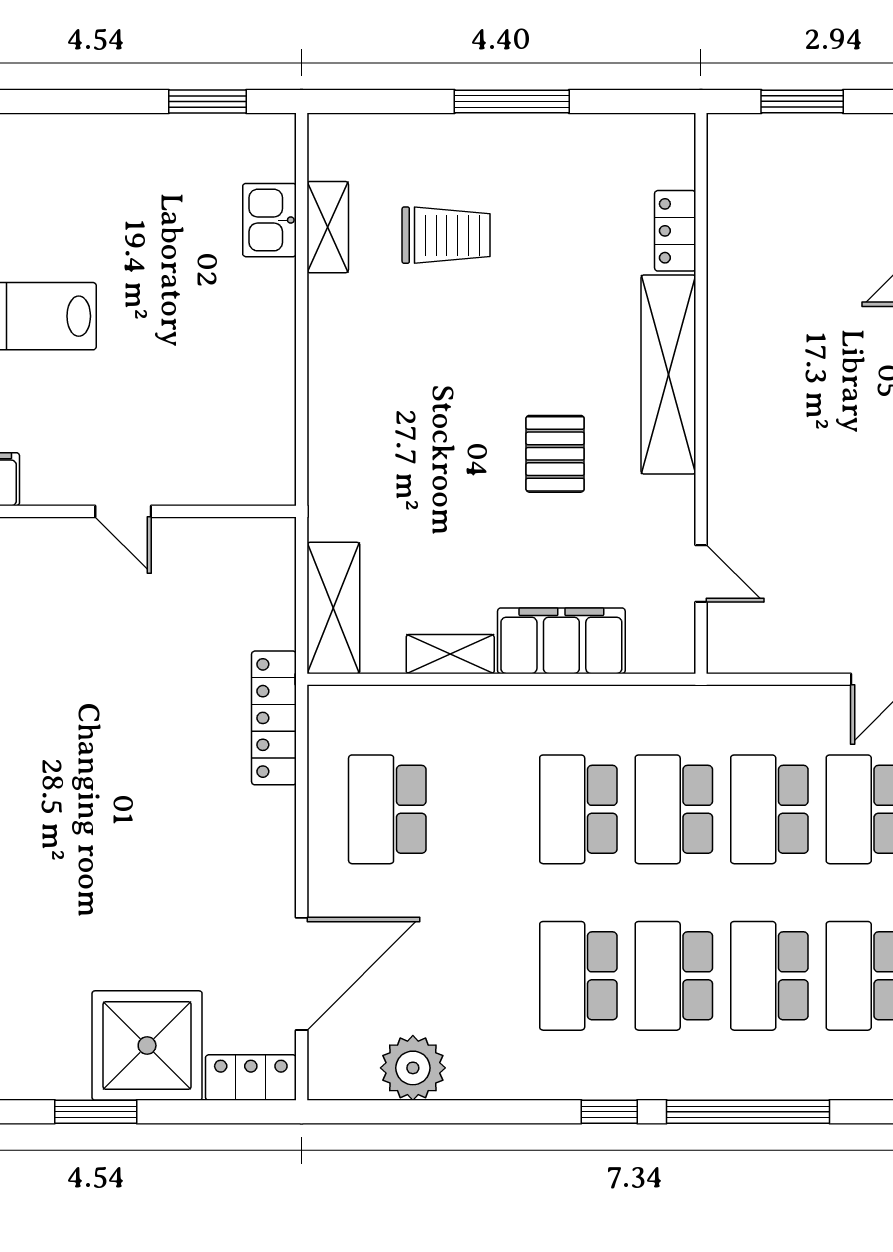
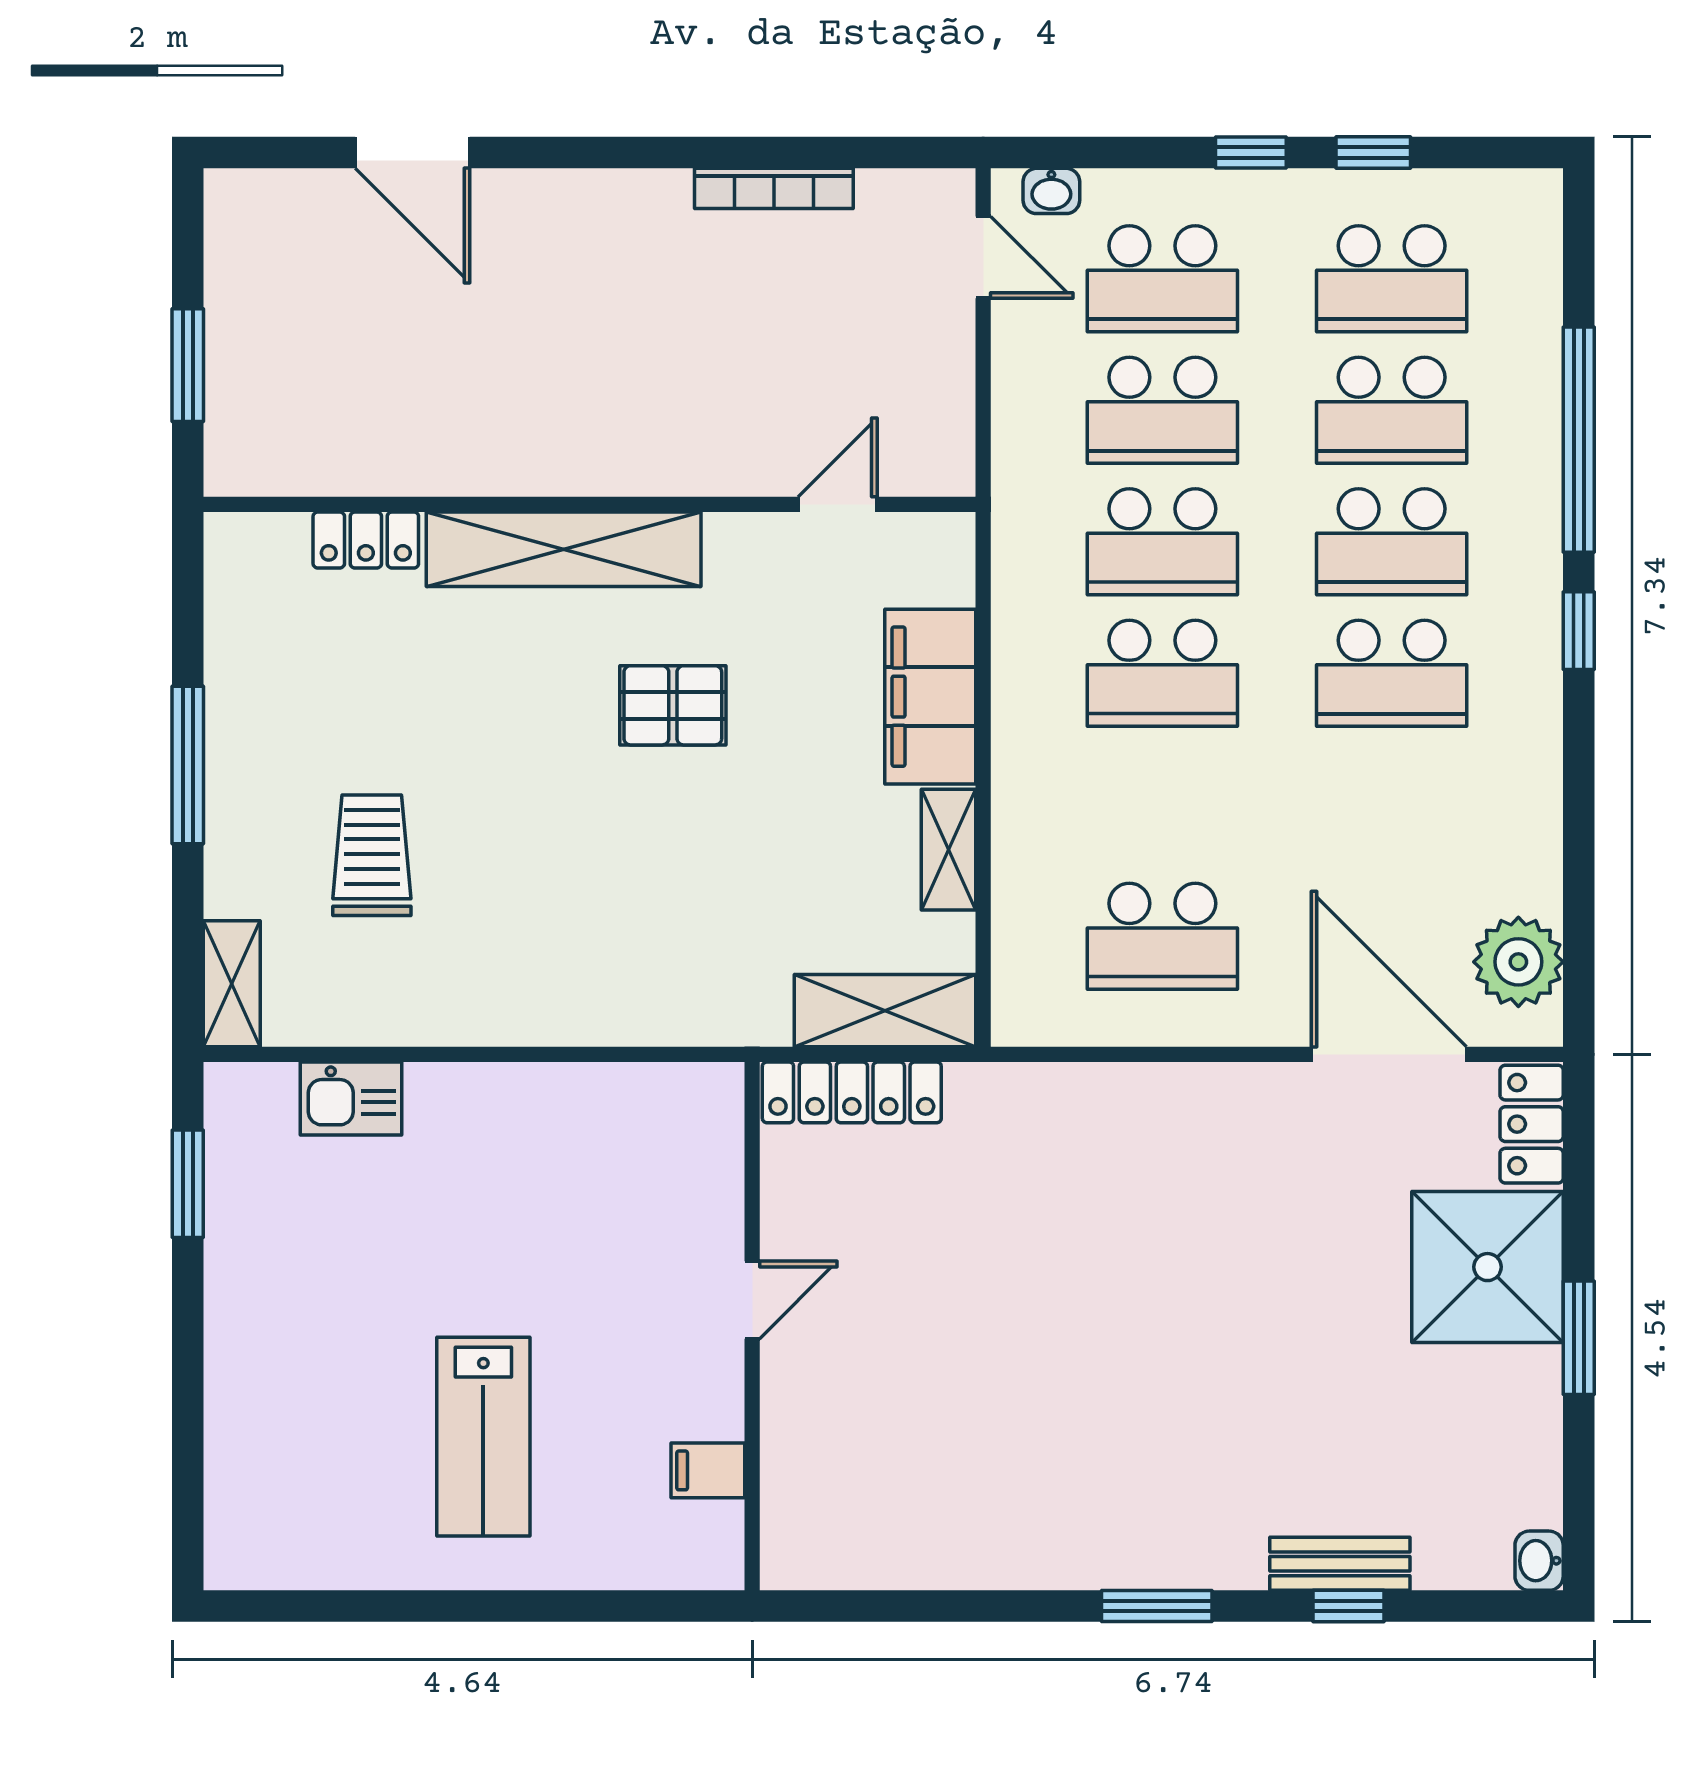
shelving: (328, 227) -> (232, 984), moved, turned 90
locker: (274, 718) -> (852, 1092), moved
plant: (413, 1068) -> (1518, 962), moved

